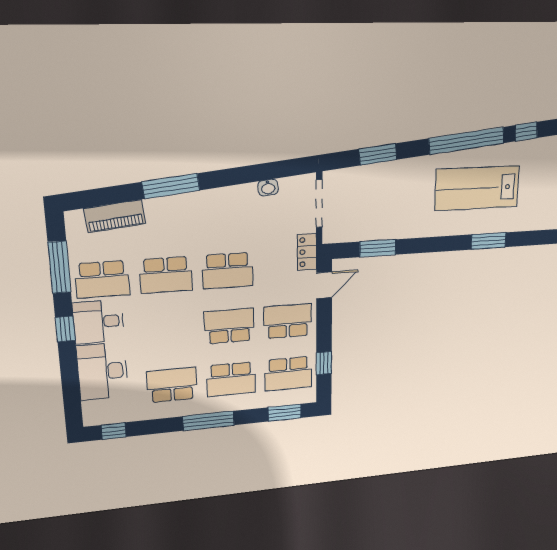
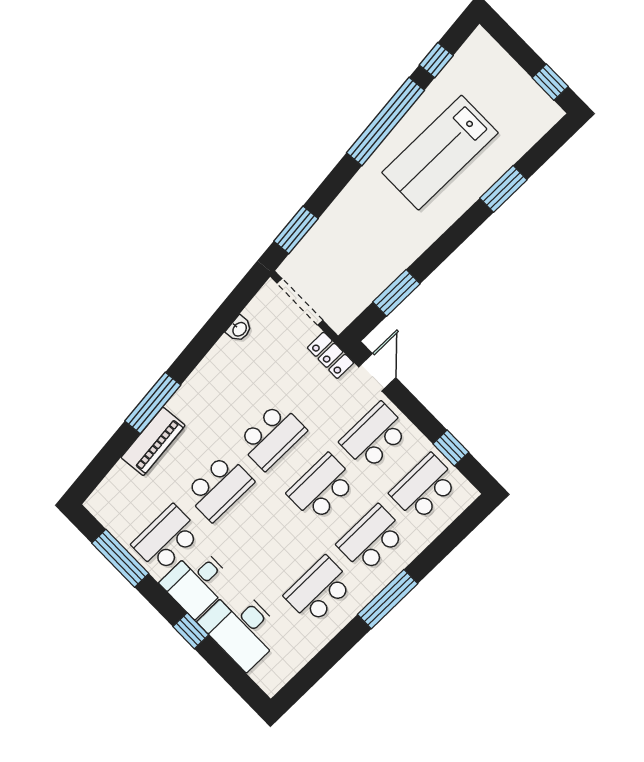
window: (378, 154) -> (296, 230), moved
piano: (115, 216) -> (153, 441), moved
school desk: (102, 279) -> (166, 539), turned 180
window: (65, 329) -> (191, 631), moved
school desk: (288, 374) -> (424, 488), turned 180
school desk: (231, 379) -> (371, 539), turned 180
window: (285, 413) -> (458, 530), removed
window: (114, 431) -> (303, 681), removed

